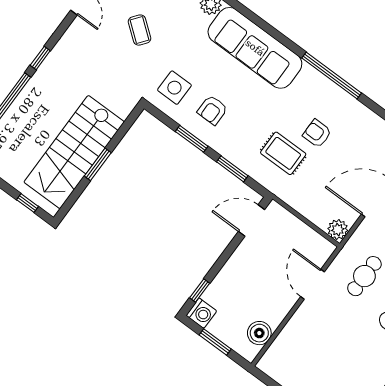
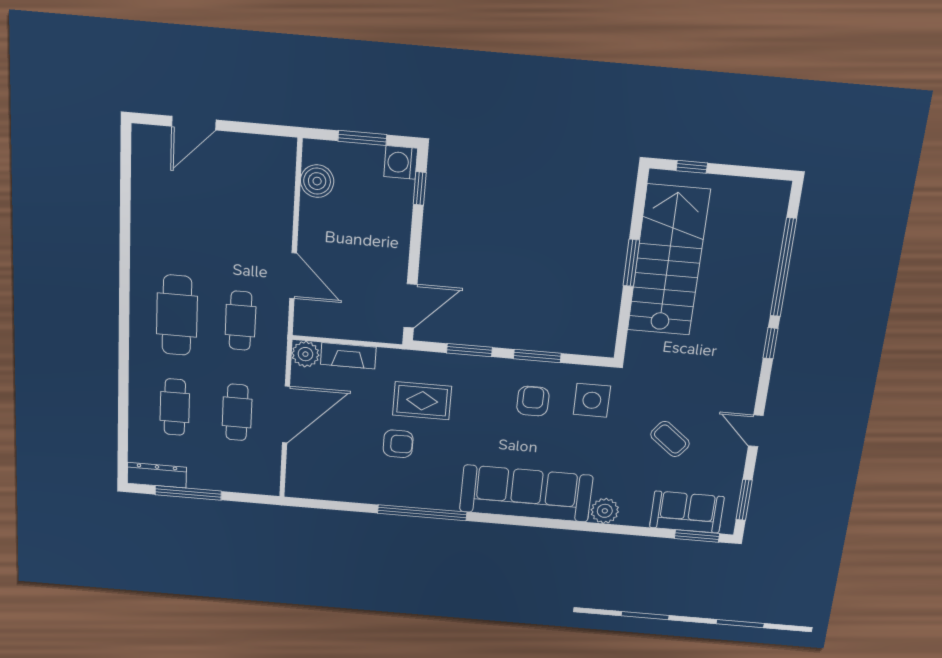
fireplace: (311, 212) -> (348, 356), added

